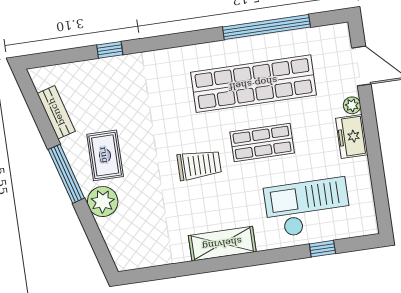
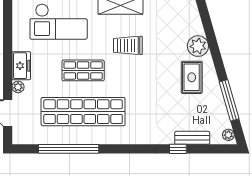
plant: (40, 81) -> (228, 135), added
bench: (56, 112) -> (192, 138), moved, turned -74
trolley: (199, 165) -> (128, 45), moved
window: (66, 174) -> (229, 100), moved

